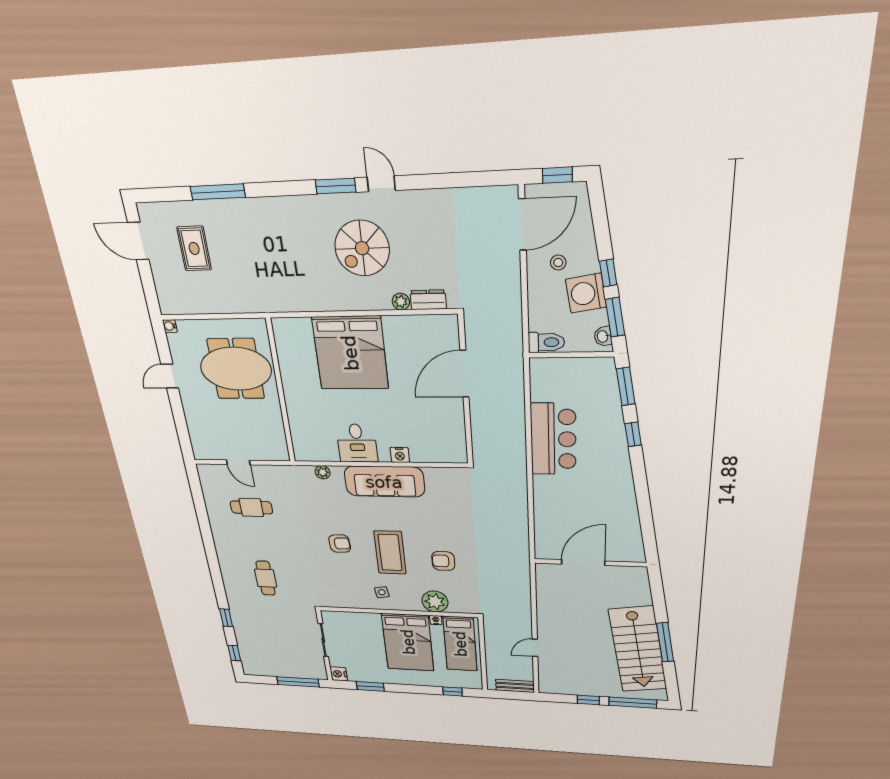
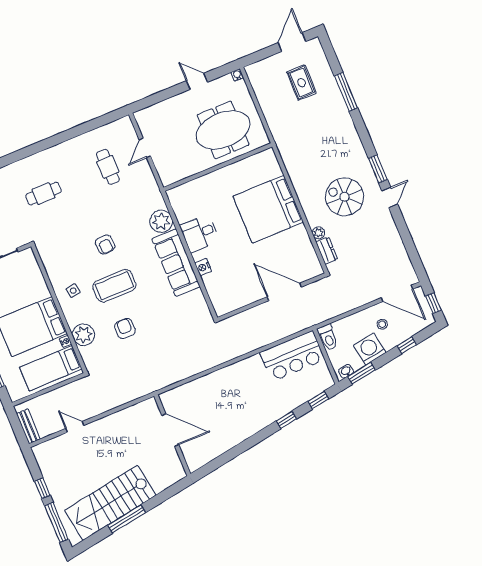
rug: (194, 248) -> (301, 83), turned 90
window: (608, 273) -> (407, 345), moved
meeting table: (236, 369) -> (223, 130), turned 90
window: (626, 386) -> (318, 400), width x0.67
bar counter: (553, 439) -> (292, 356), moved
plant: (323, 472) -> (161, 221), width x1.88, depth x1.88

